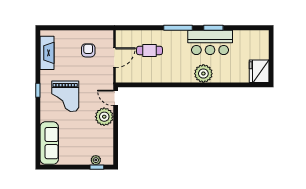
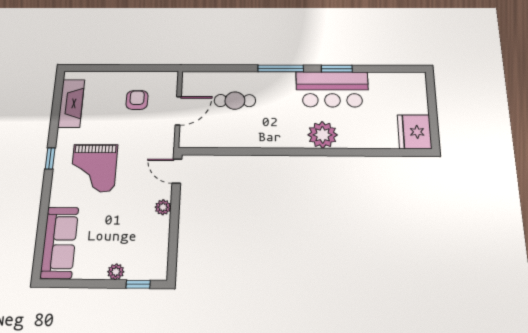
plant: (104, 117) -> (163, 207), width x0.53, depth x0.53
plant: (96, 160) -> (116, 272), moved

